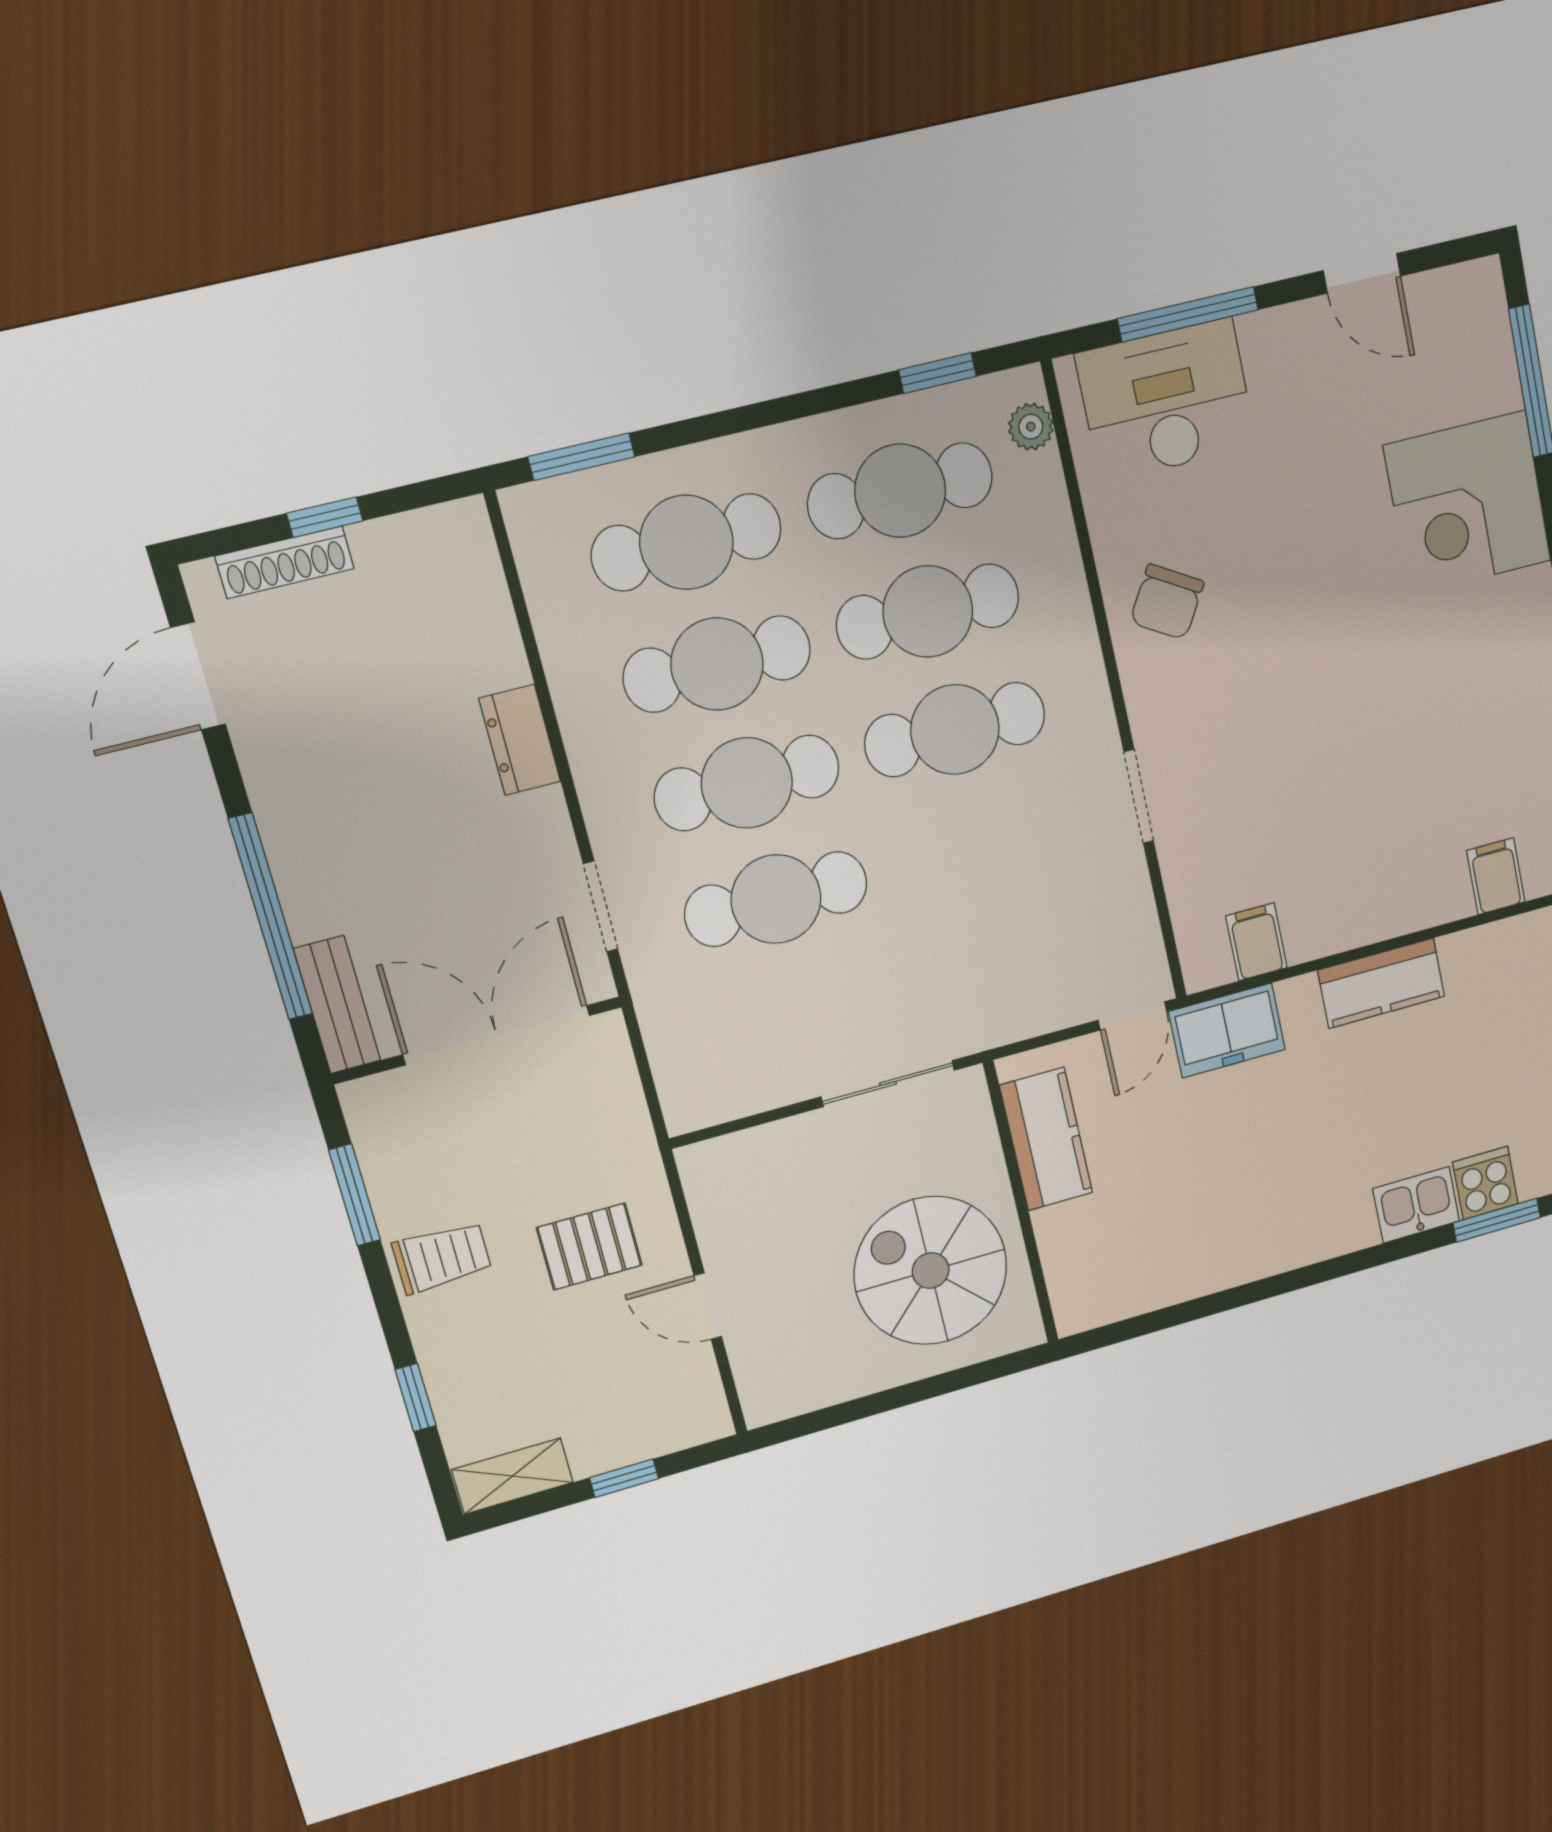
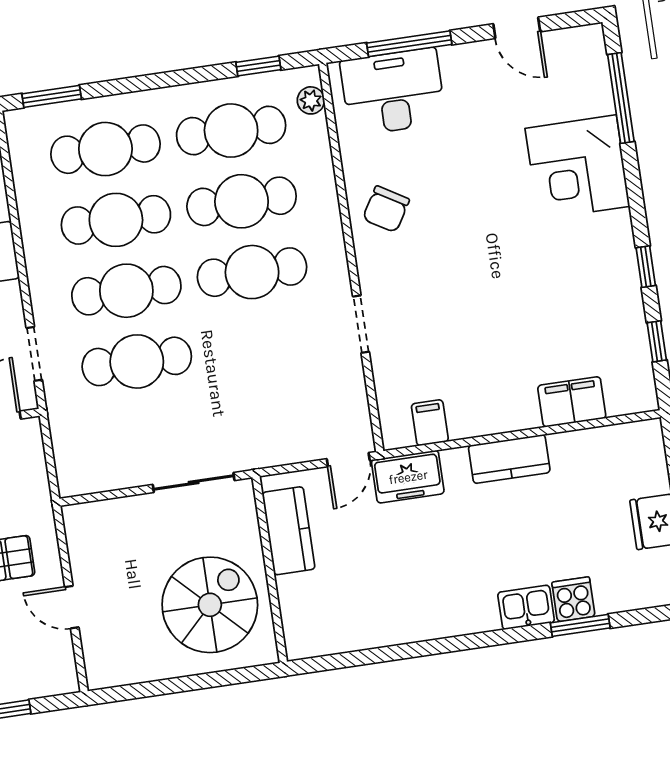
filing cabinet: (1496, 876) -> (572, 402), width x2.00
spiral stairs: (931, 1271) -> (210, 605), turned 90

